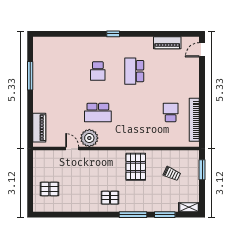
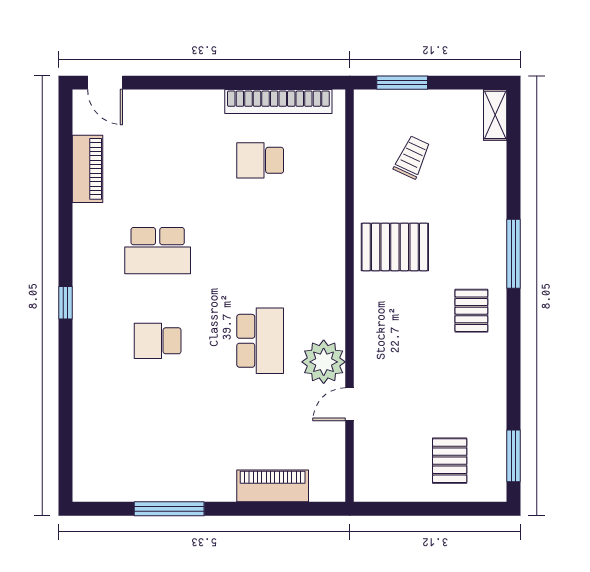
school desk: (98, 71) -> (158, 341), turned 180
piano: (39, 128) -> (273, 486), moved
window: (165, 215) -> (513, 456), moved

